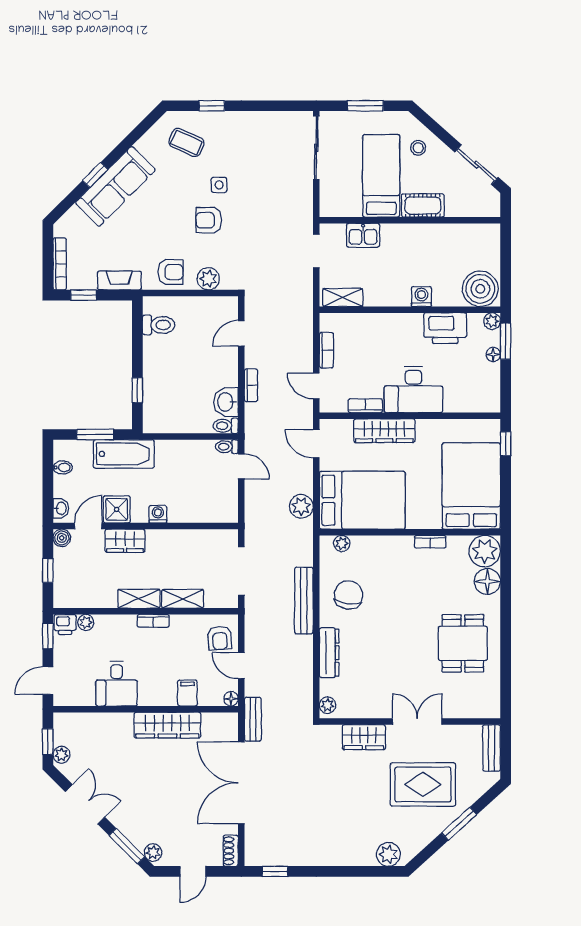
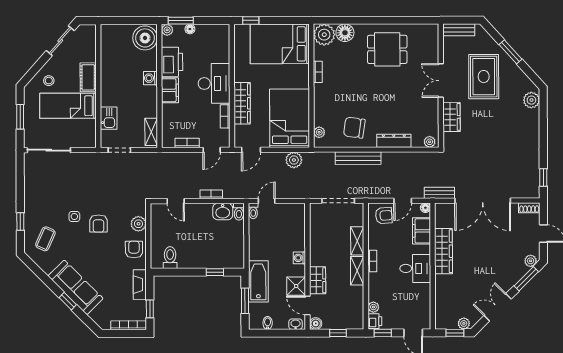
filing cabinet: (404, 325) -> (170, 90), added
desk: (117, 684) -> (415, 268), moved
filing cabinet: (187, 693) -> (422, 231), width x2.00

